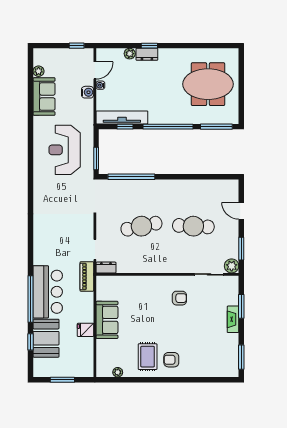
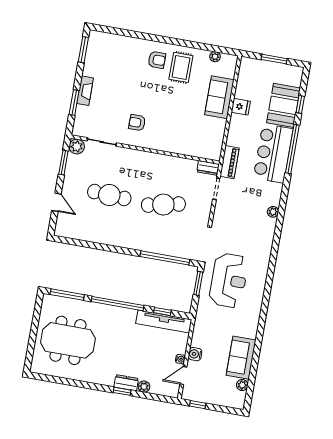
reception desk: (65, 150) -> (229, 280), moved
plant: (38, 237) -> (273, 212), added
sofa: (107, 320) -> (219, 97), moved

